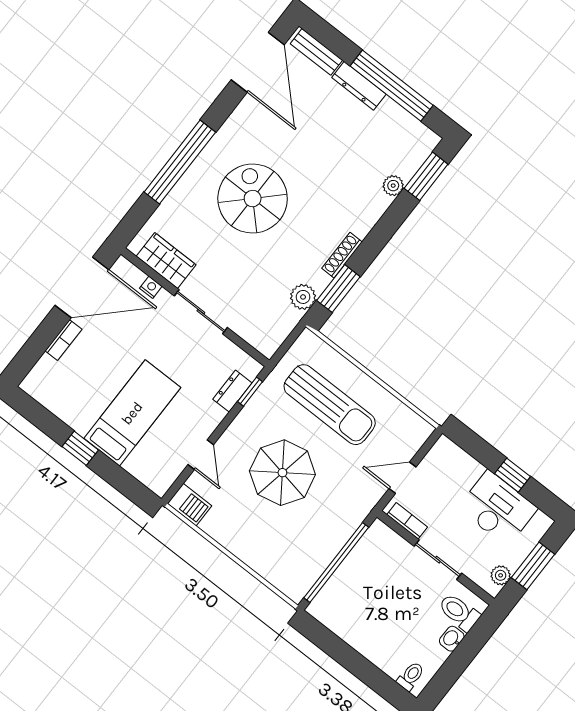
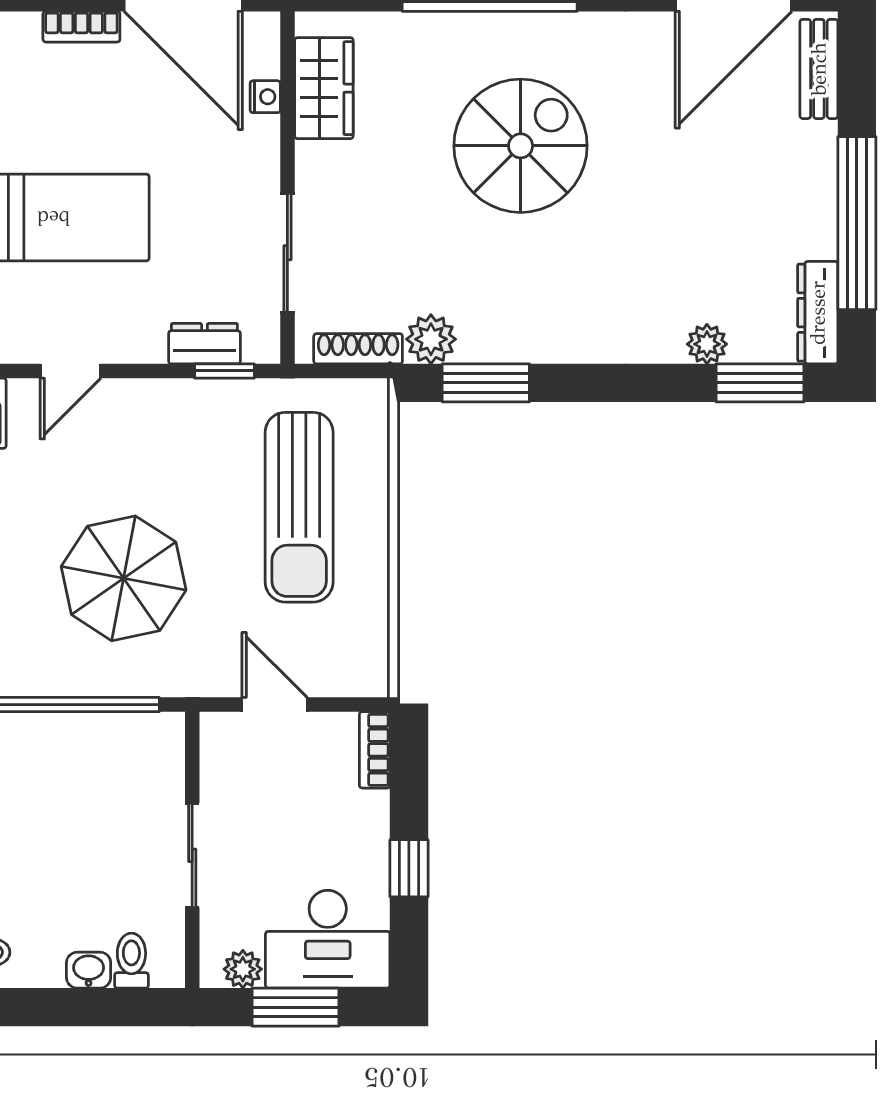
dresser: (359, 86) -> (818, 313), moved
shoe rack: (342, 255) -> (358, 349), moved
sliding door: (201, 312) -> (287, 253), moved
parasol: (282, 473) -> (124, 578), moved
desk: (498, 508) -> (328, 939), moved, turned 90
bookcase: (407, 521) -> (375, 750), moved, turned 180
toilet: (459, 612) -> (131, 961), width x0.73, depth x0.72

